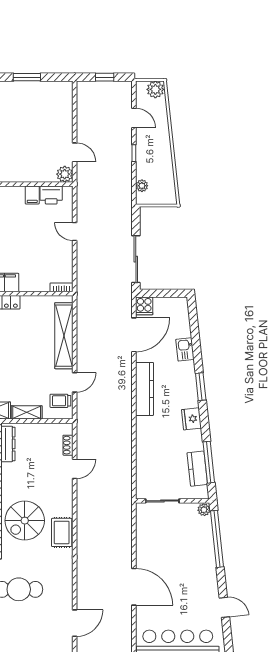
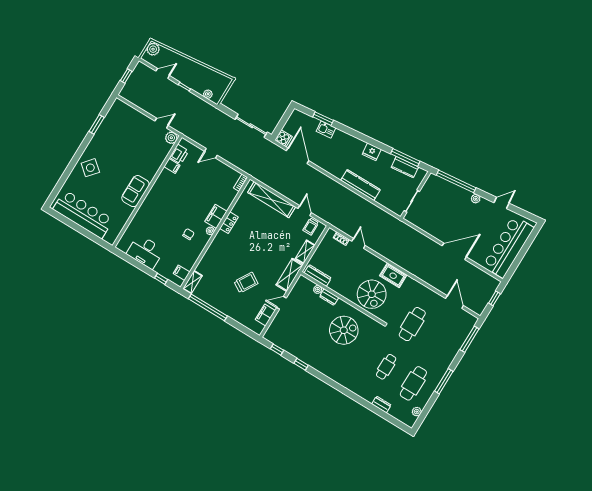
window: (201, 387) -> (323, 119), moved
kitchen counter: (145, 389) -> (360, 185), moved
plant: (204, 510) -> (476, 199), moved

